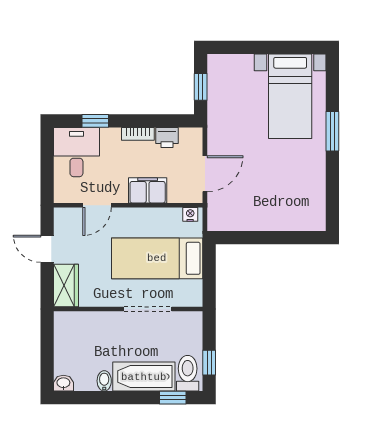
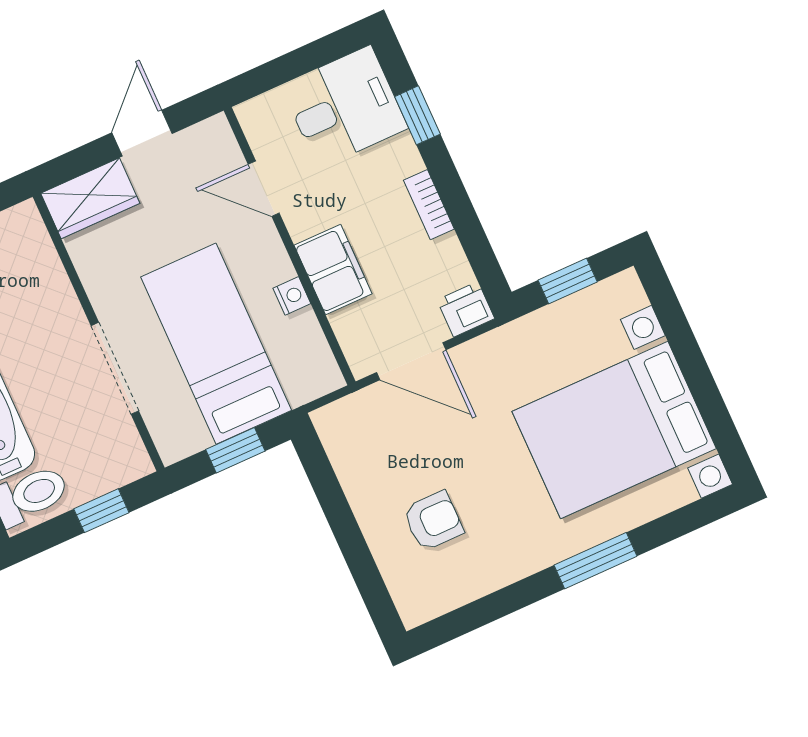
bed with nightstands: (290, 96) -> (614, 430), width x1.36
printer: (167, 138) -> (466, 309), moved, turned 90
armchair: (281, 196) -> (433, 521), added
nightstand: (190, 214) -> (292, 296), moved
window: (209, 271) -> (235, 450), added
window: (209, 363) -> (101, 511), moved

